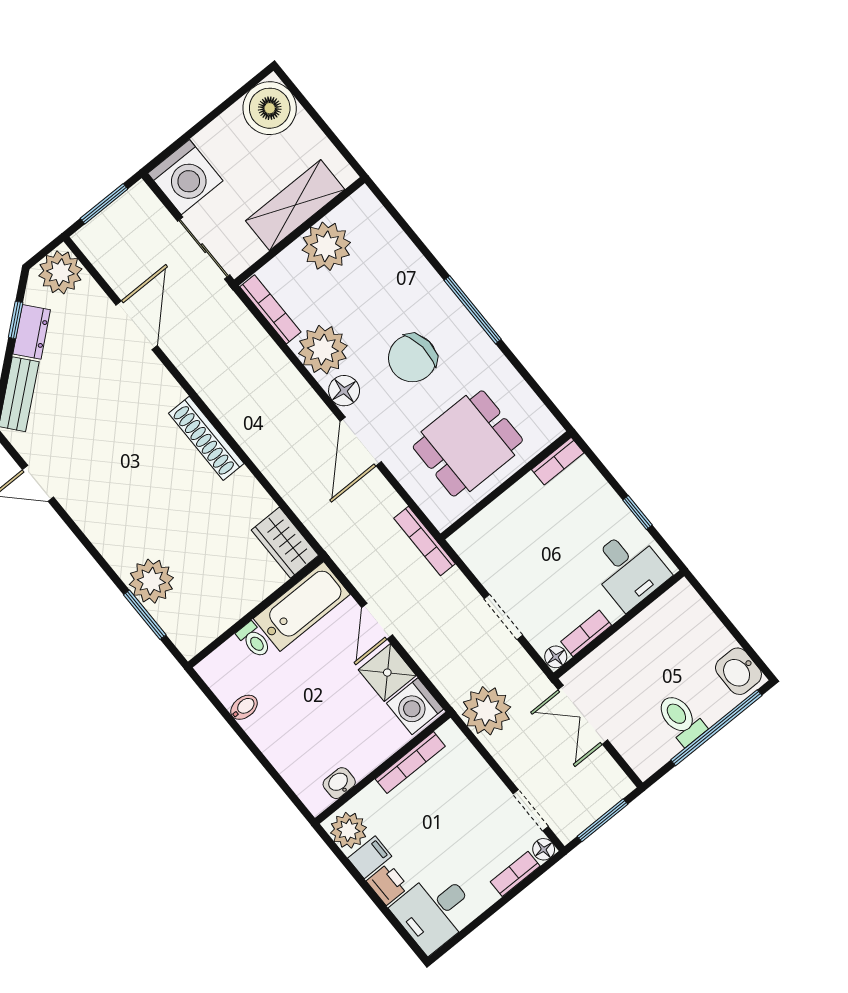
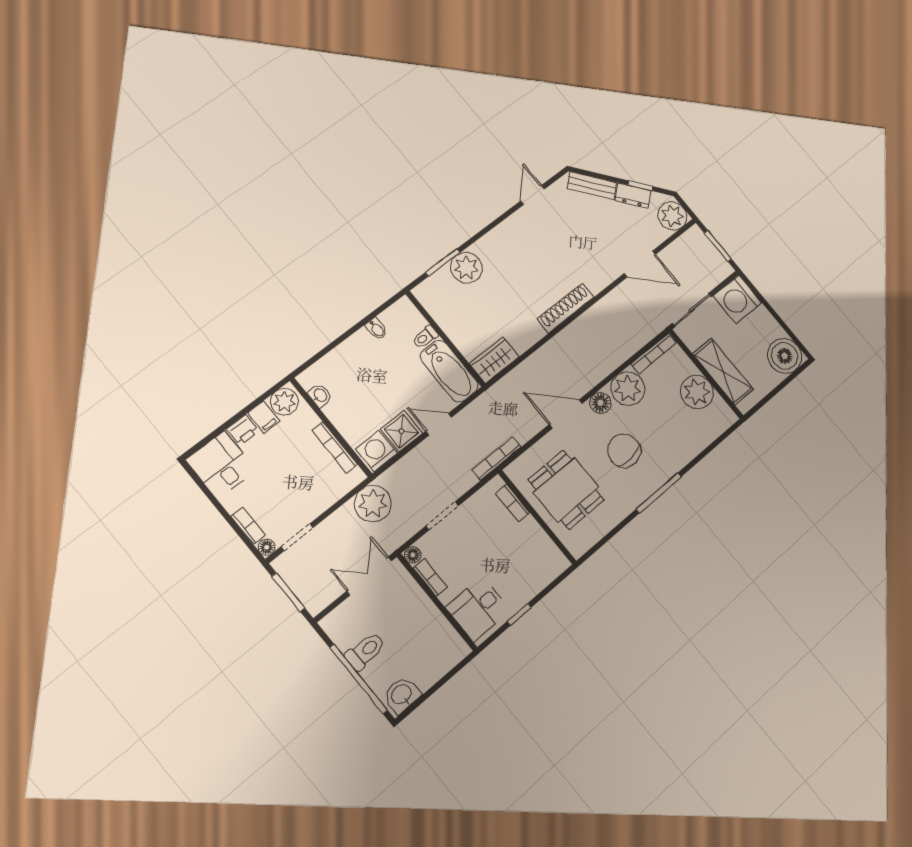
bookcase: (558, 461) -> (513, 503), moved

